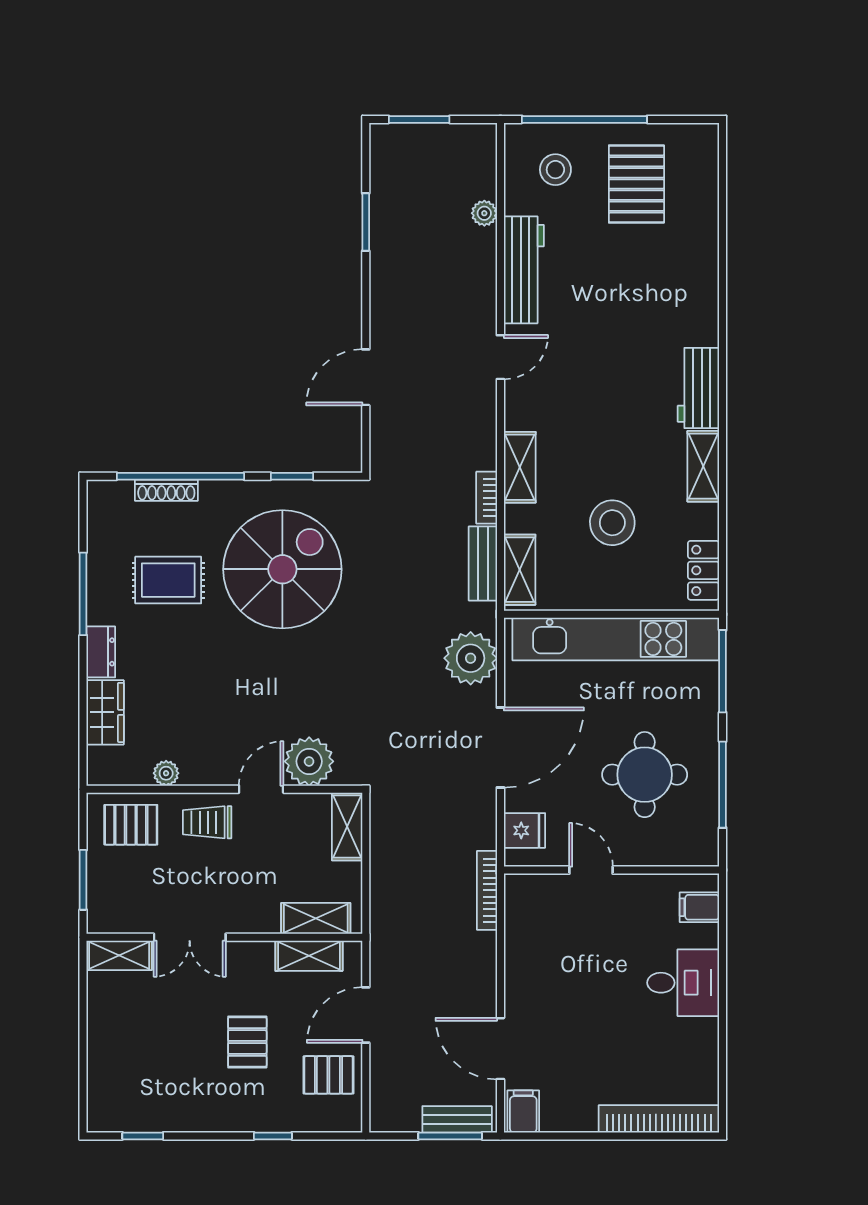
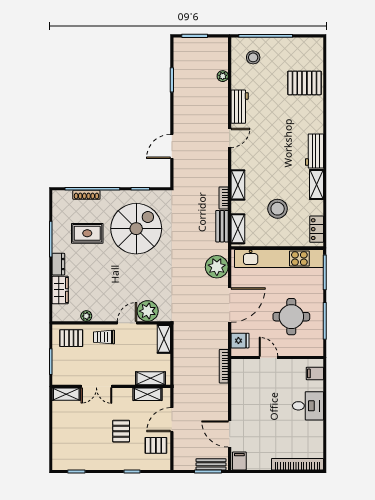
pallet: (636, 184) -> (304, 83), moved, turned 90
workbench: (524, 270) -> (240, 107), width x0.73

